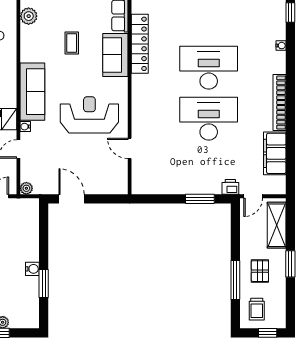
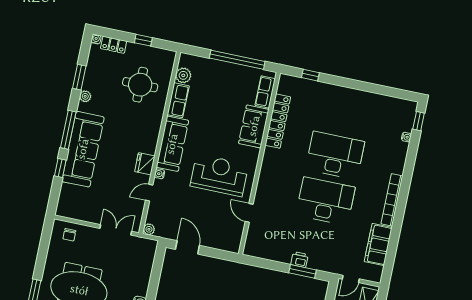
coffee table: (72, 43) -> (217, 108), removed
row of seats: (29, 44) -> (178, 100), added
water cooler: (281, 46) -> (406, 137), moved
printer: (230, 187) -> (299, 260), moved

